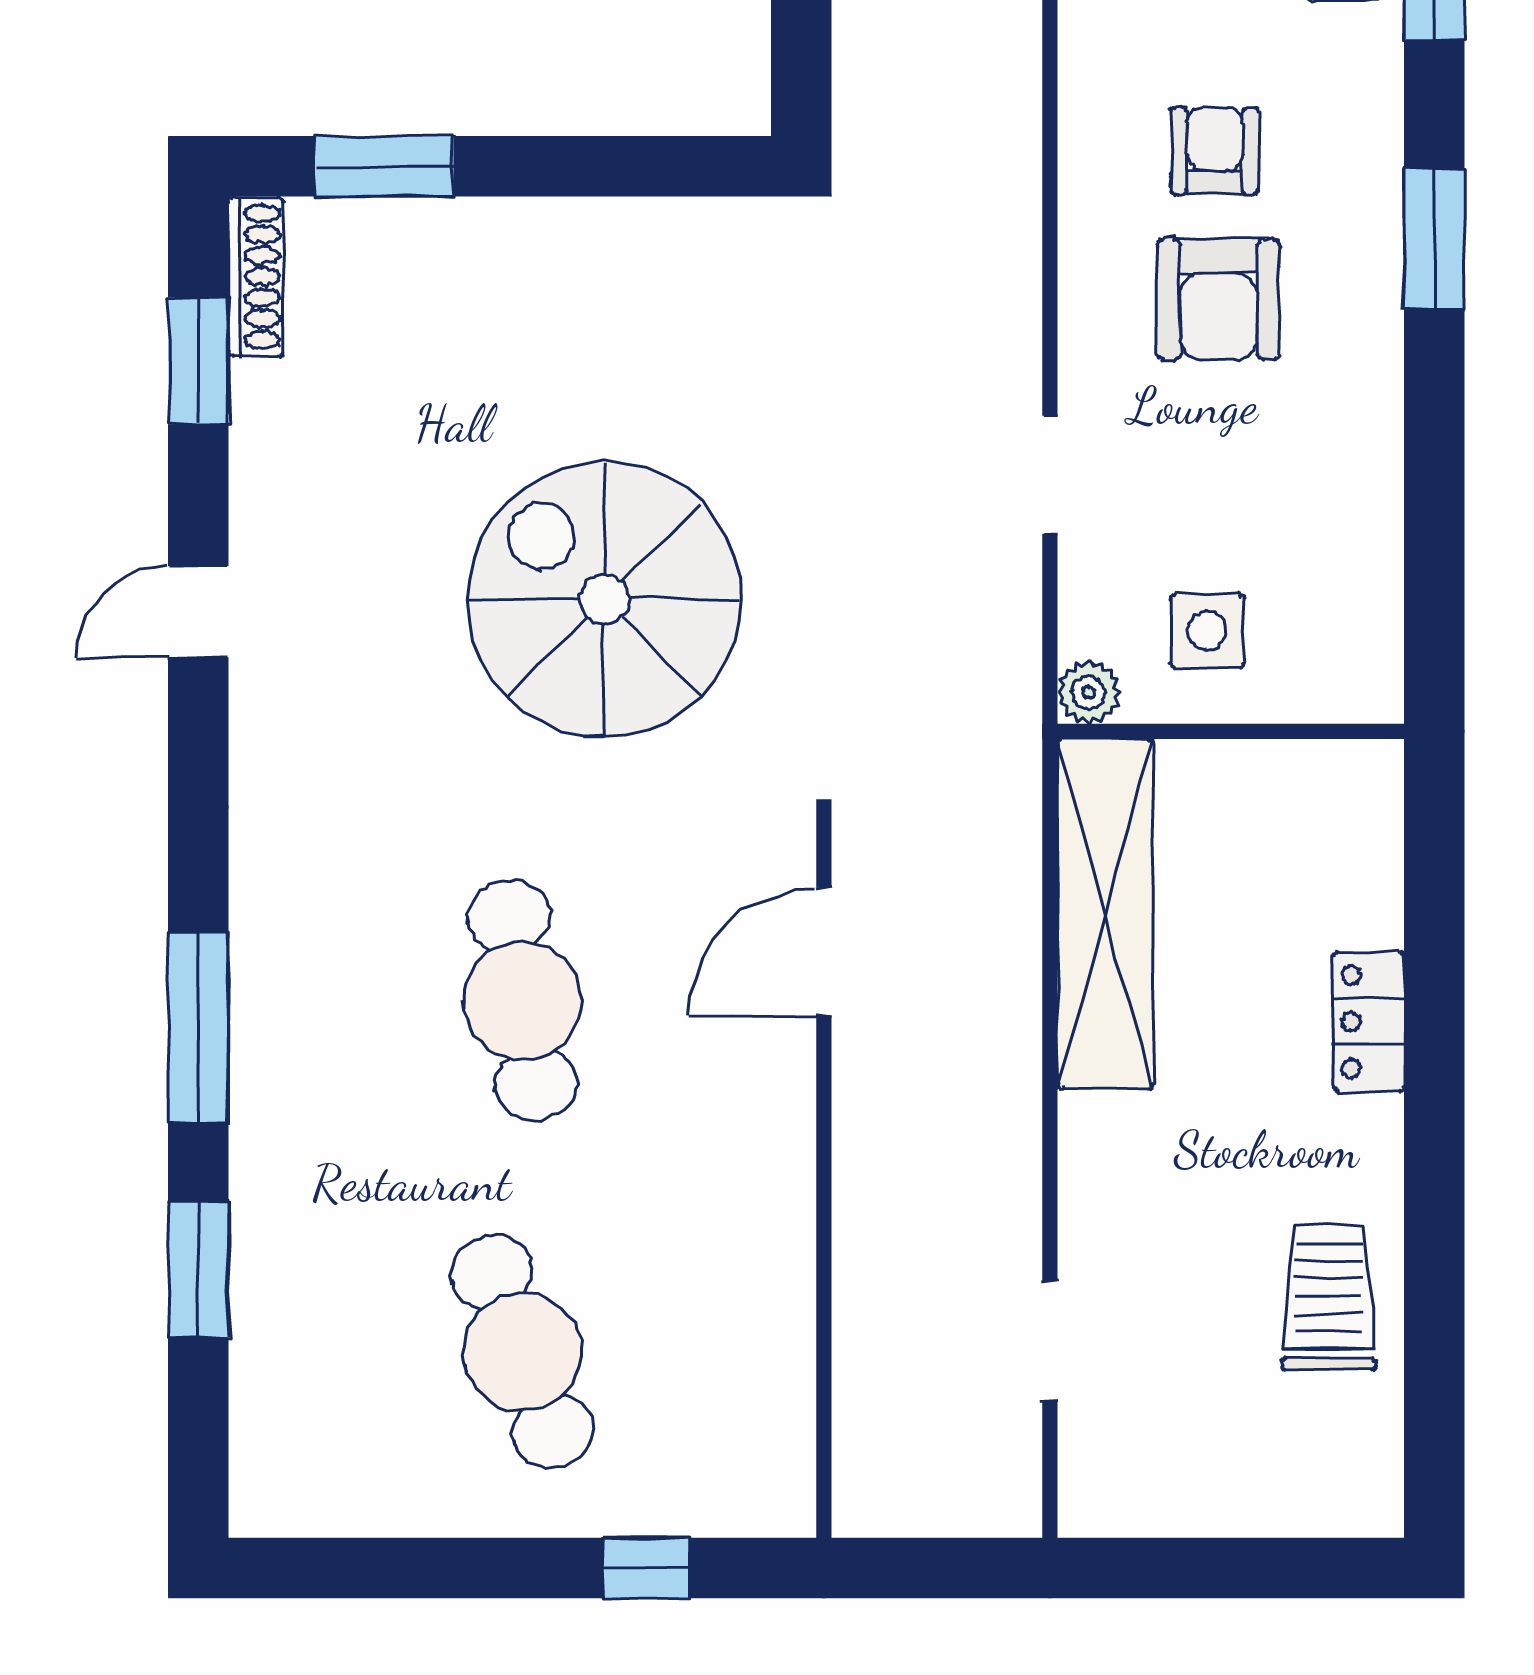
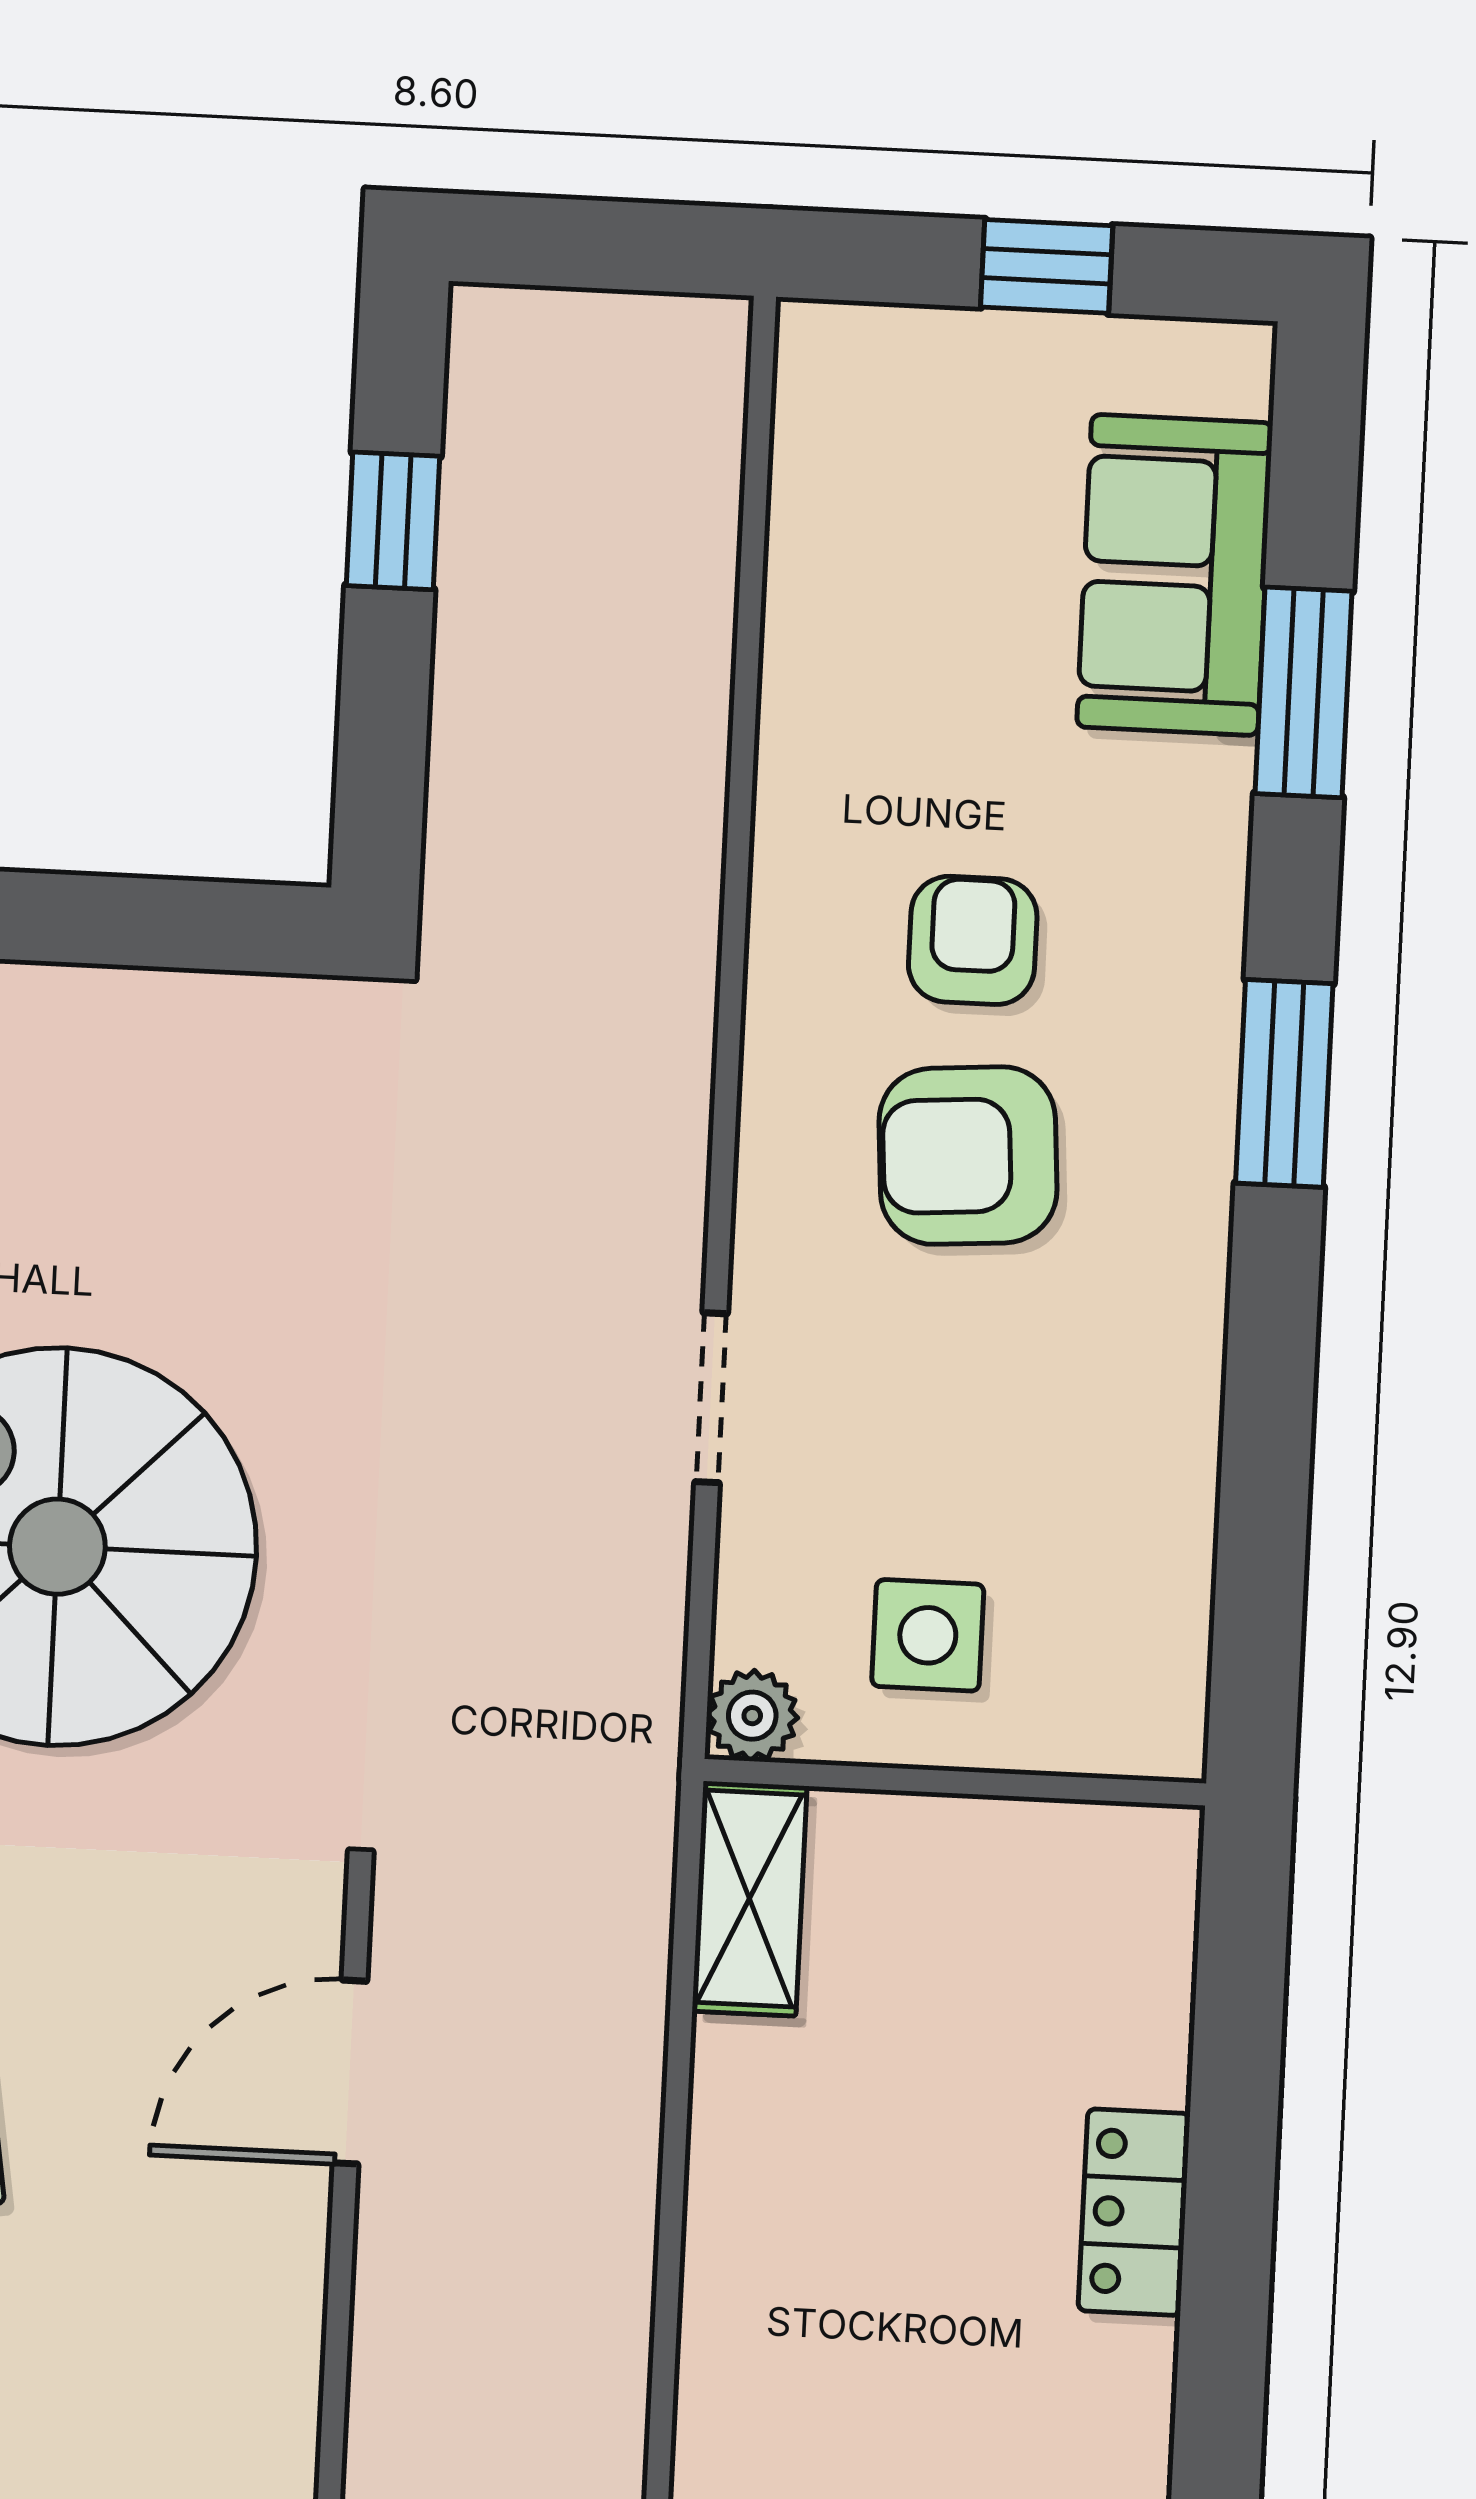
armchair: (1219, 299) -> (968, 1156), turned 86
shelving: (1105, 914) -> (750, 1899), width x0.45, depth x0.75

